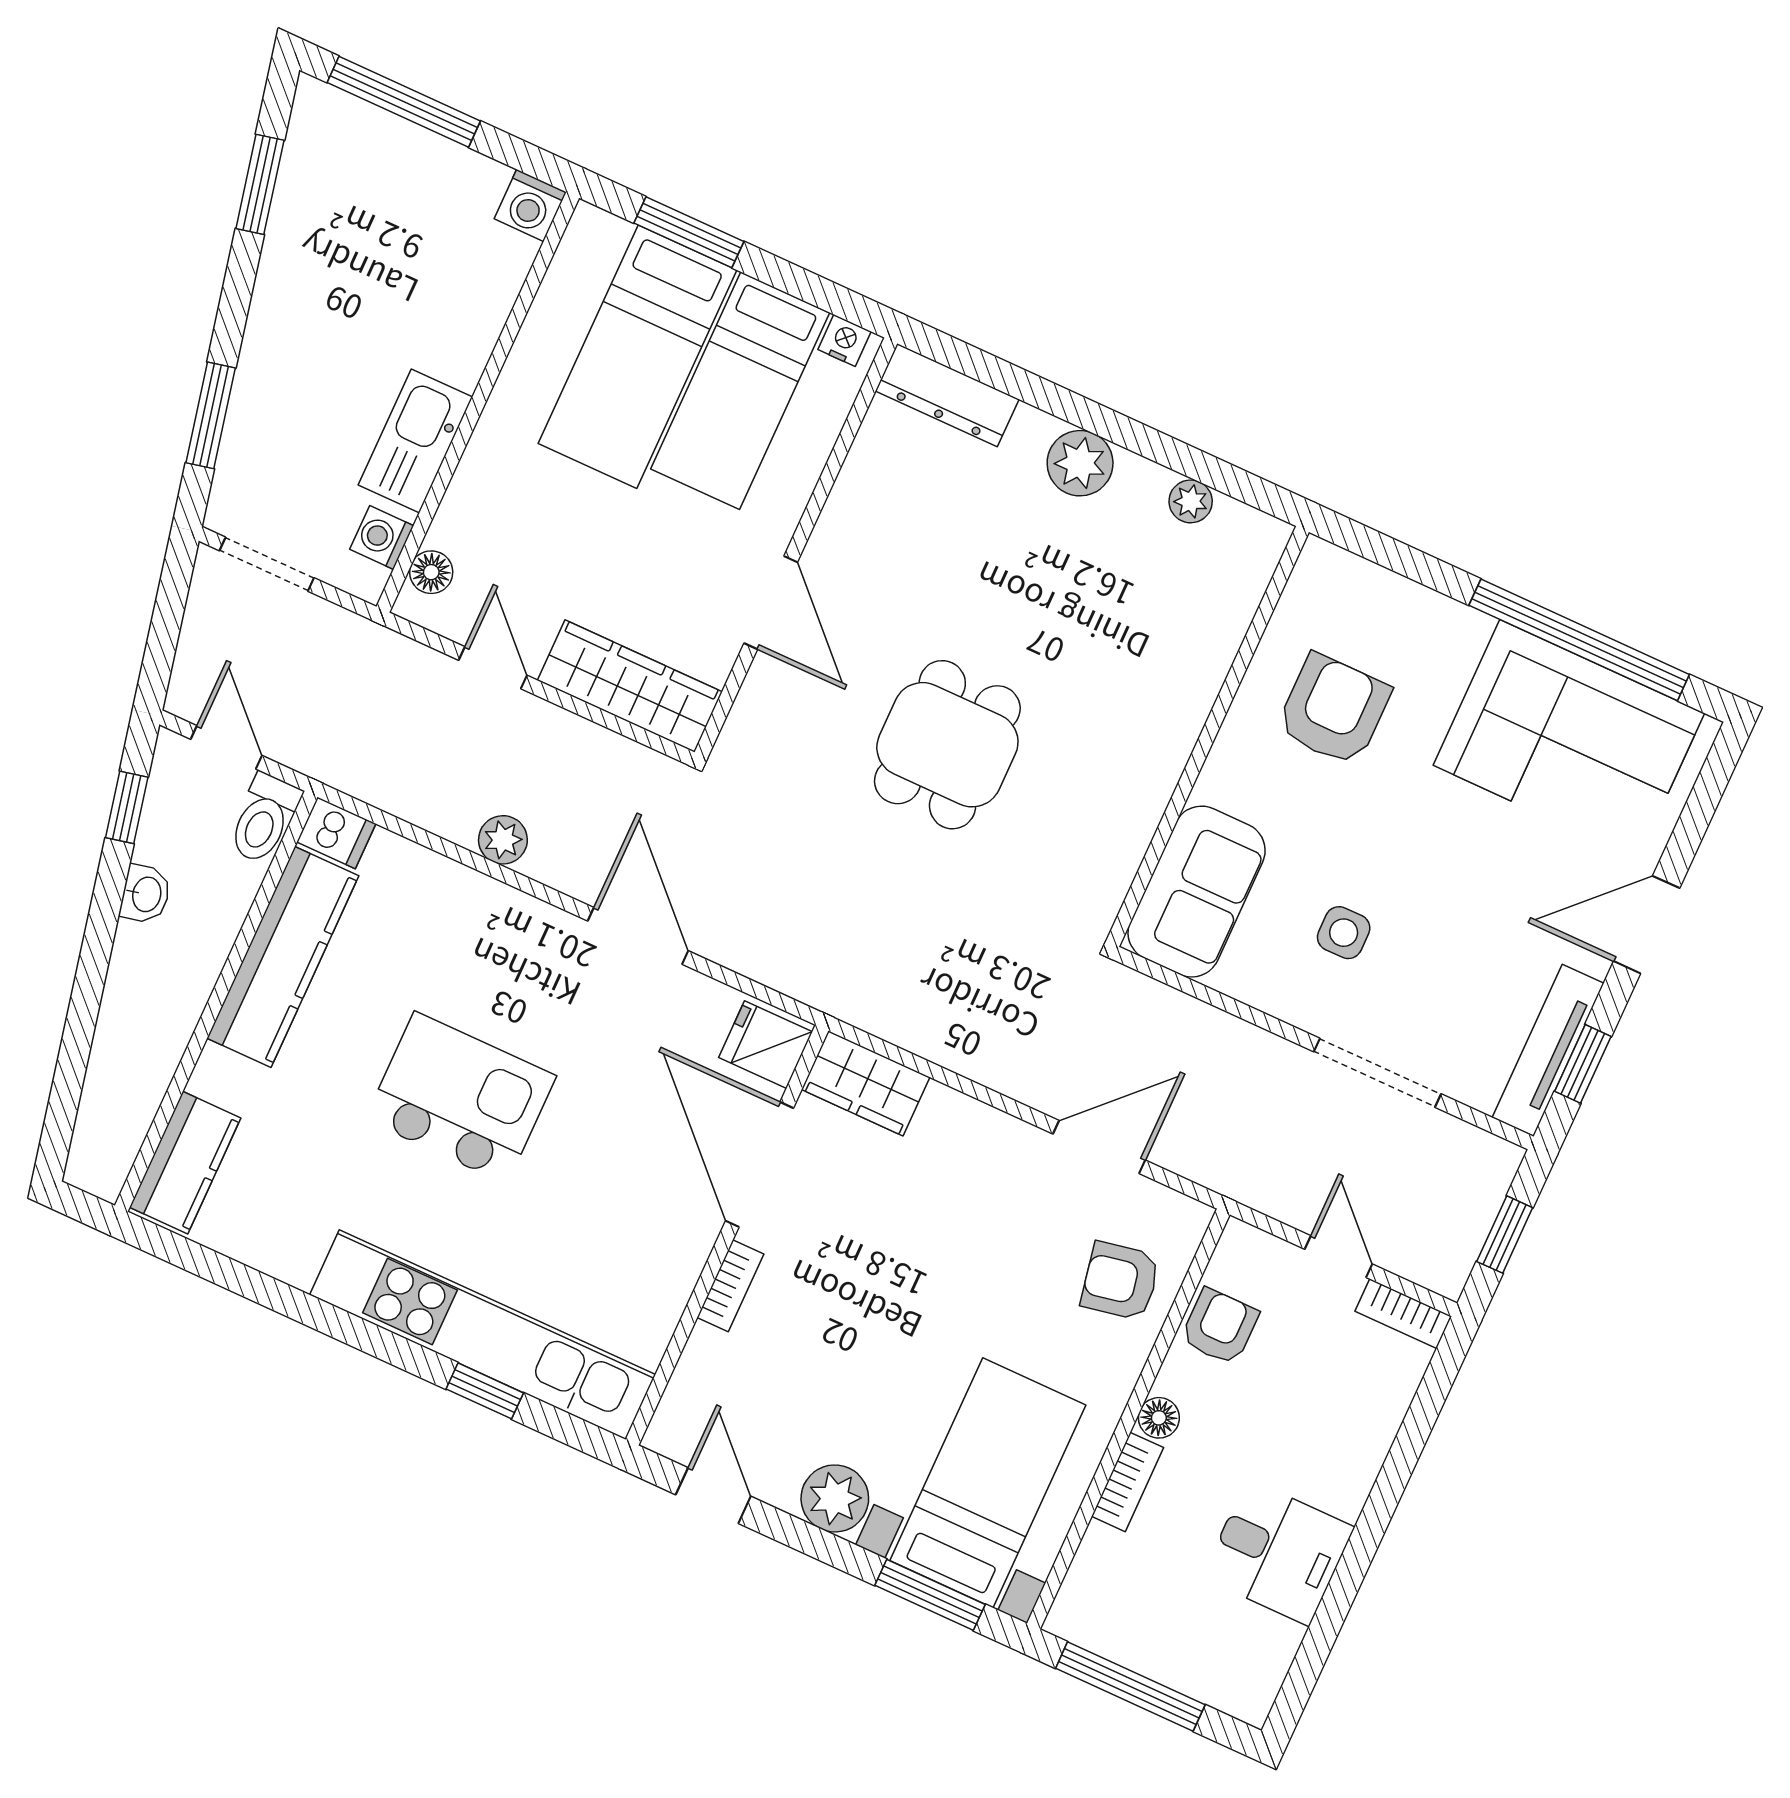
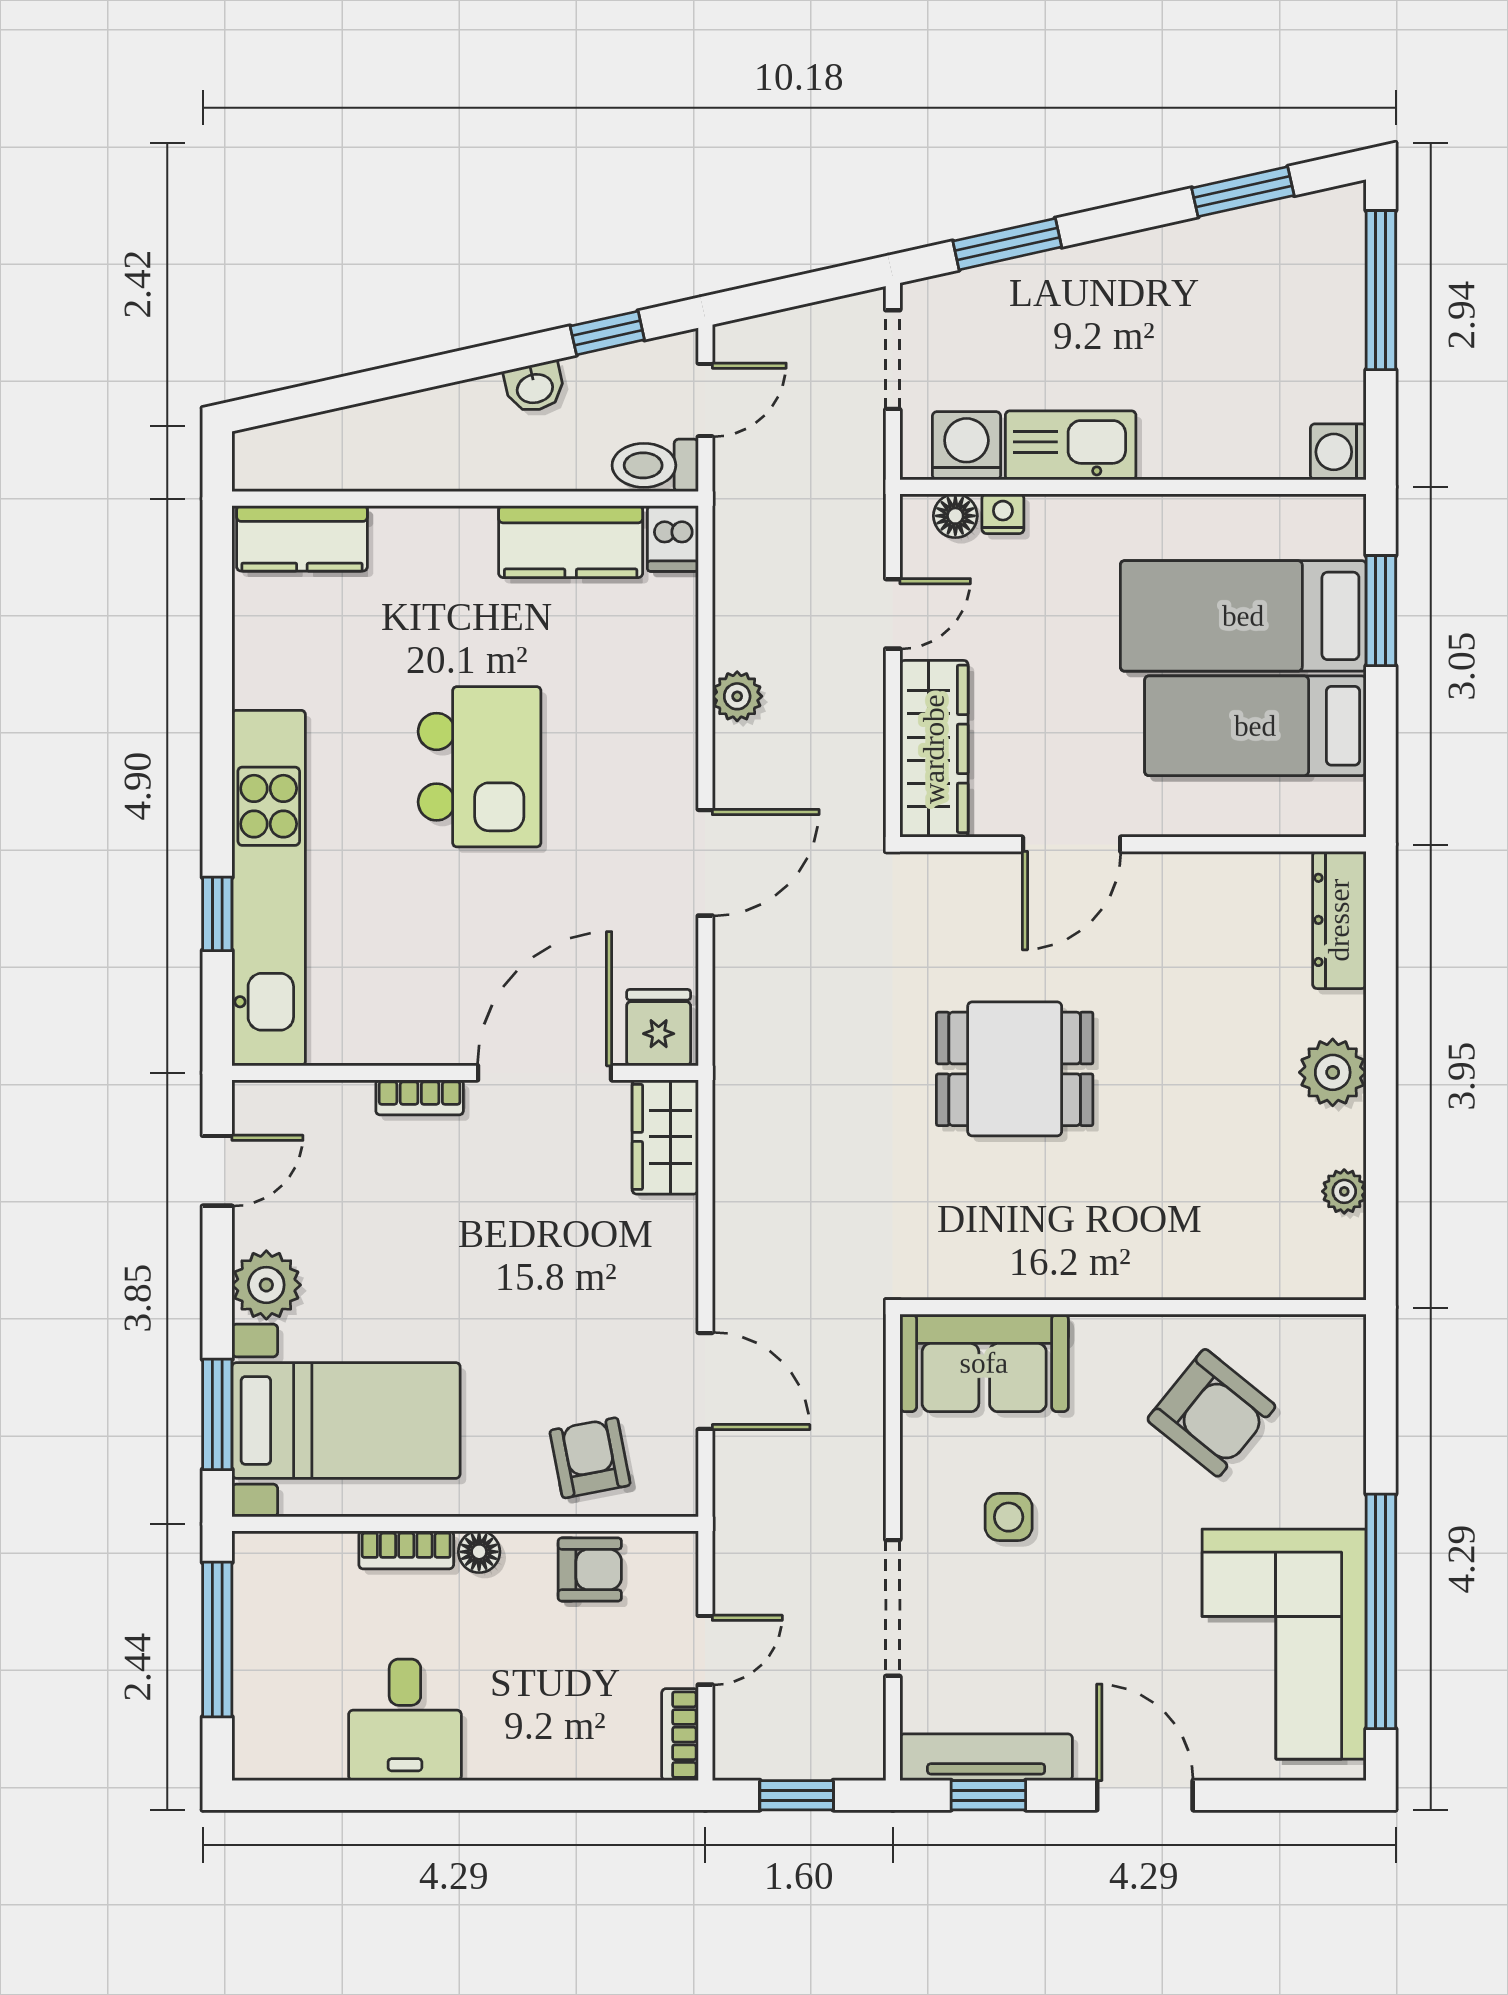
nightstand: (844, 341) -> (1003, 514), moved, turned -90
washing machine: (382, 538) -> (966, 446), width x1.38, depth x1.38
armchair: (1334, 710) -> (1211, 1413), turned 39
kitchen counter: (283, 957) -> (571, 542), width x0.67

